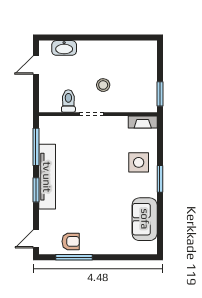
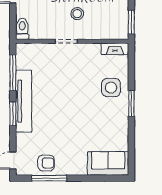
toilet: (68, 101) -> (22, 29), moved
sofa: (145, 219) -> (108, 163), moved, turned 90

